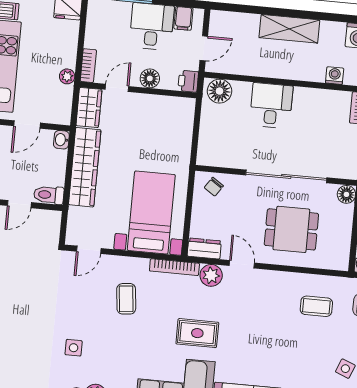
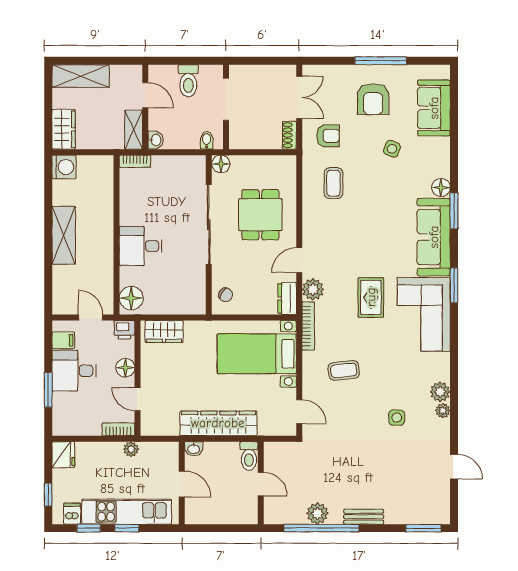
washing machine: (335, 76) -> (105, 187), removed
wardrobe: (89, 108) -> (164, 331), moved, turned 180

